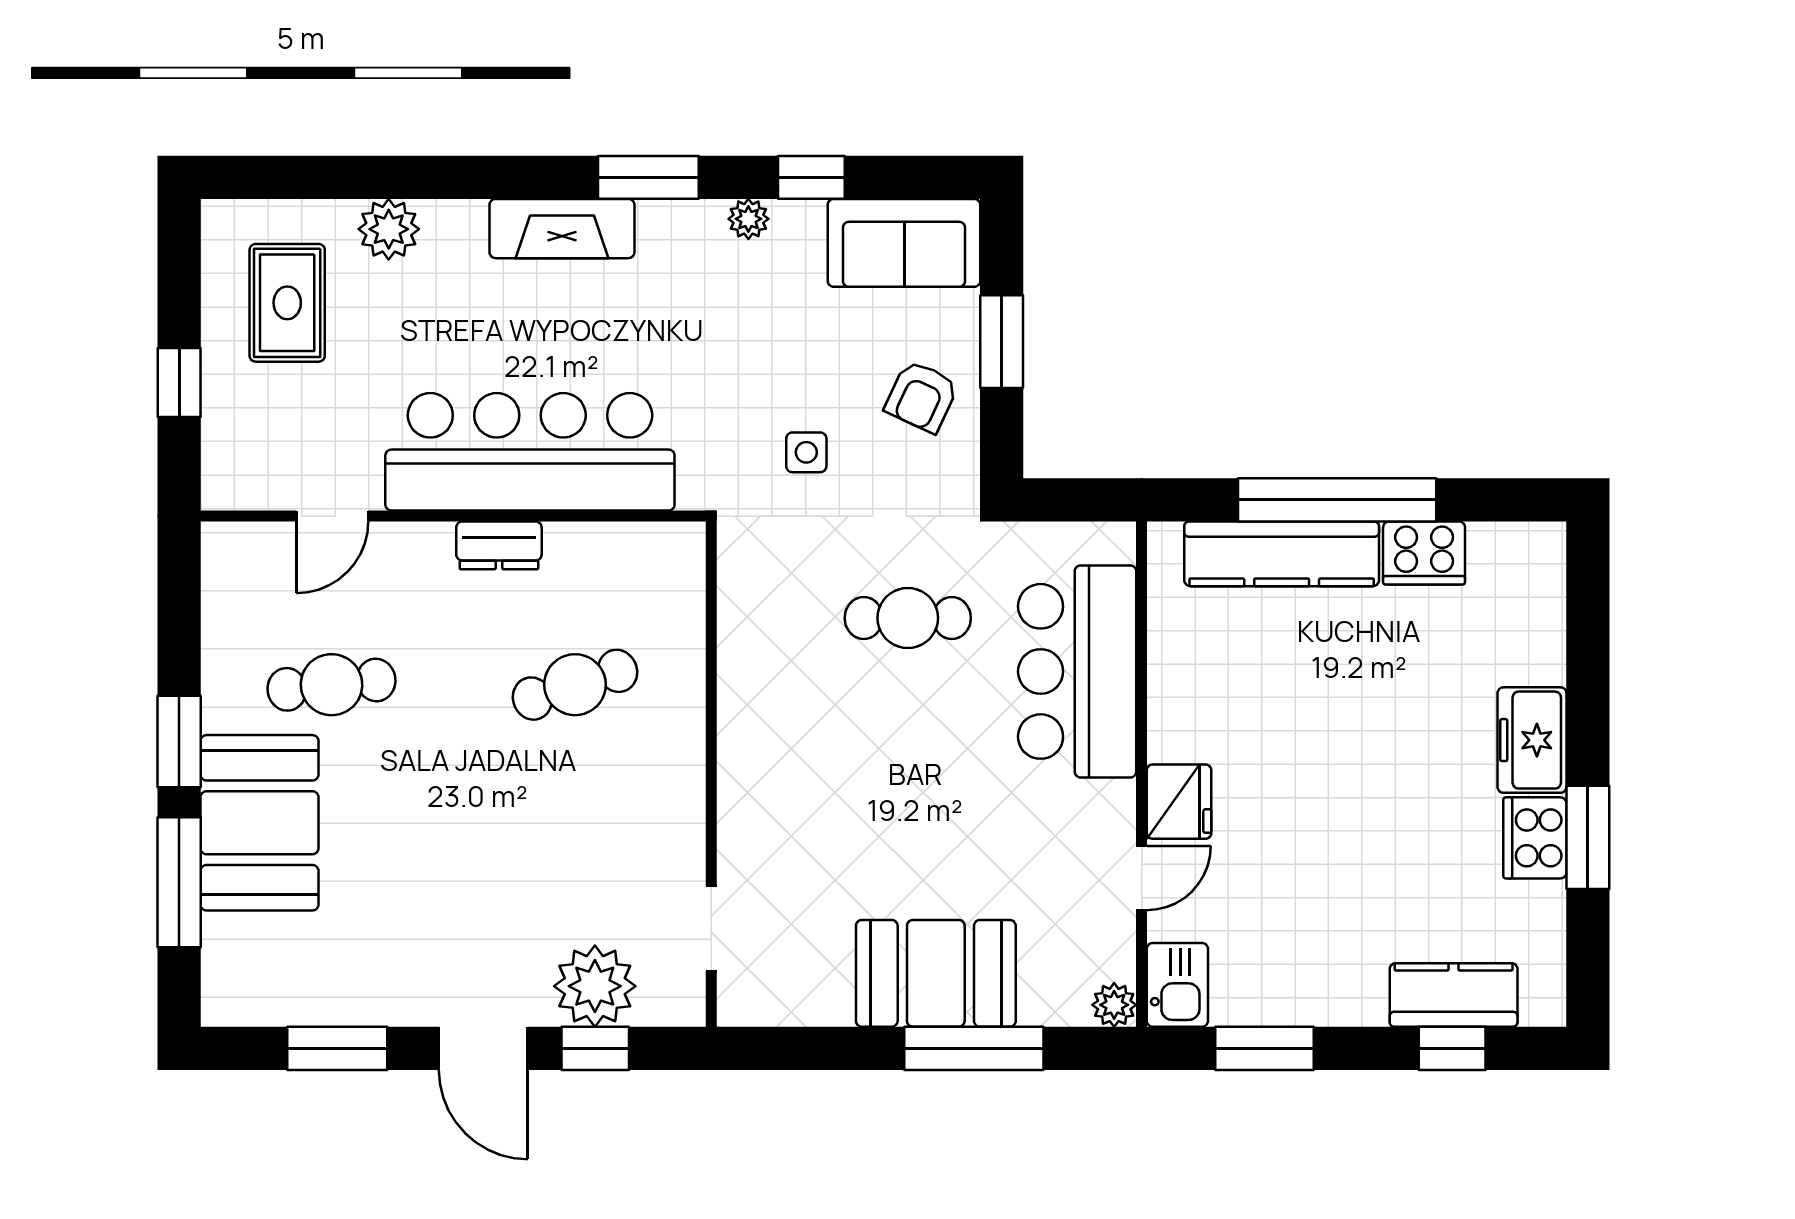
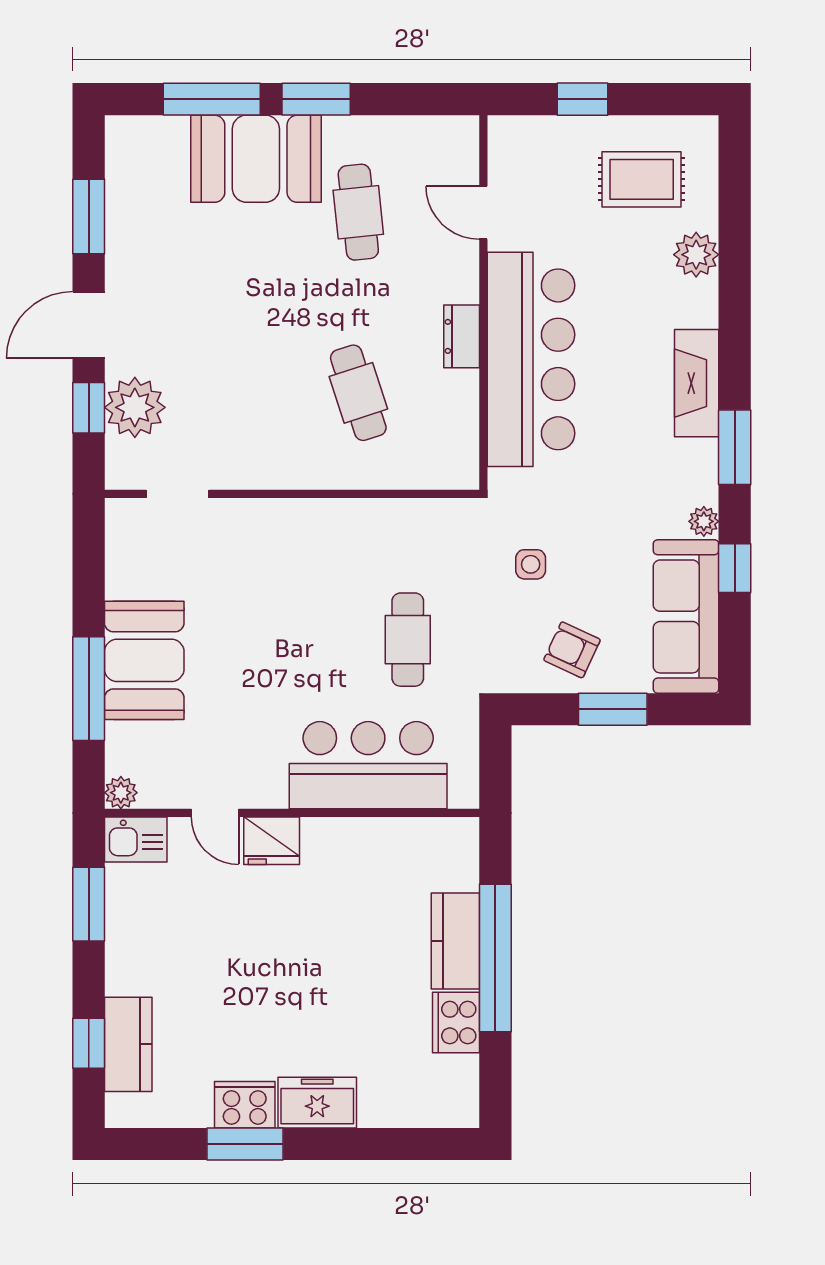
sofa: (904, 243) -> (686, 616), width x1.36
kitchen counter: (1282, 554) -> (455, 941), width x0.67

